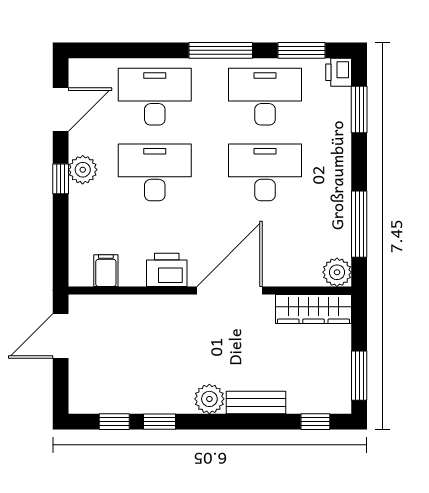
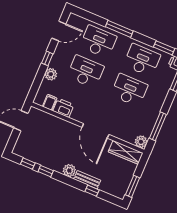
window: (221, 50) -> (119, 29), moved
plant: (83, 170) -> (51, 74), moved
printer: (167, 270) -> (63, 108), moved
door: (230, 290) -> (95, 131), swing flipped
window: (315, 422) -> (92, 191), moved

